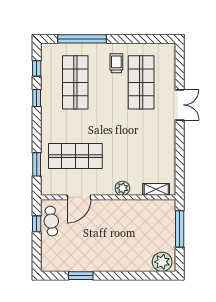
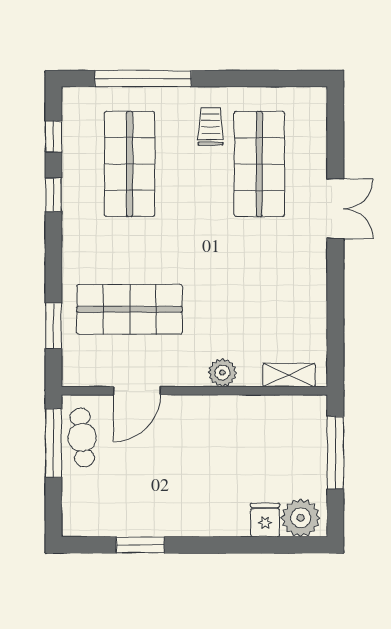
window: (37, 224) -> (53, 443), width x2.17
fridge: (144, 263) -> (265, 520), added

